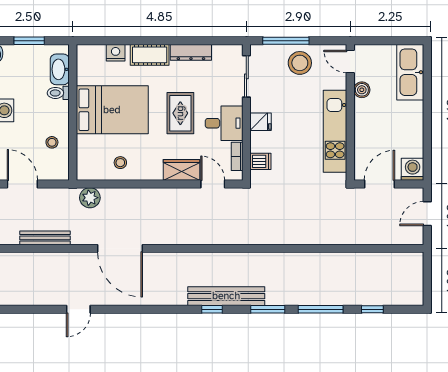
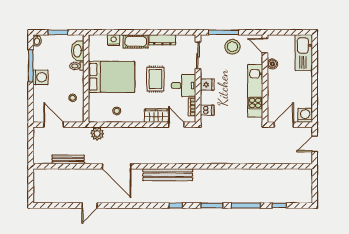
bench: (226, 296) -> (168, 175), moved

